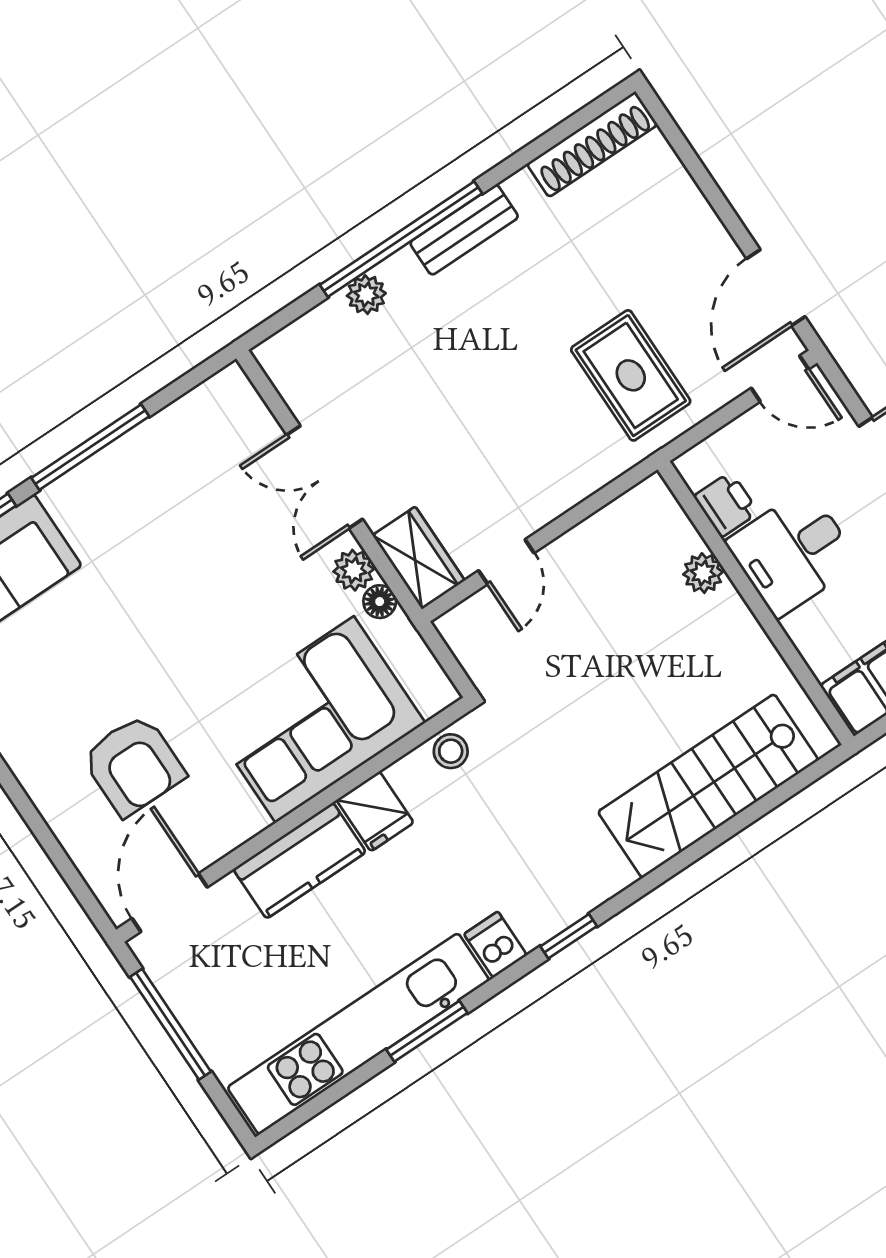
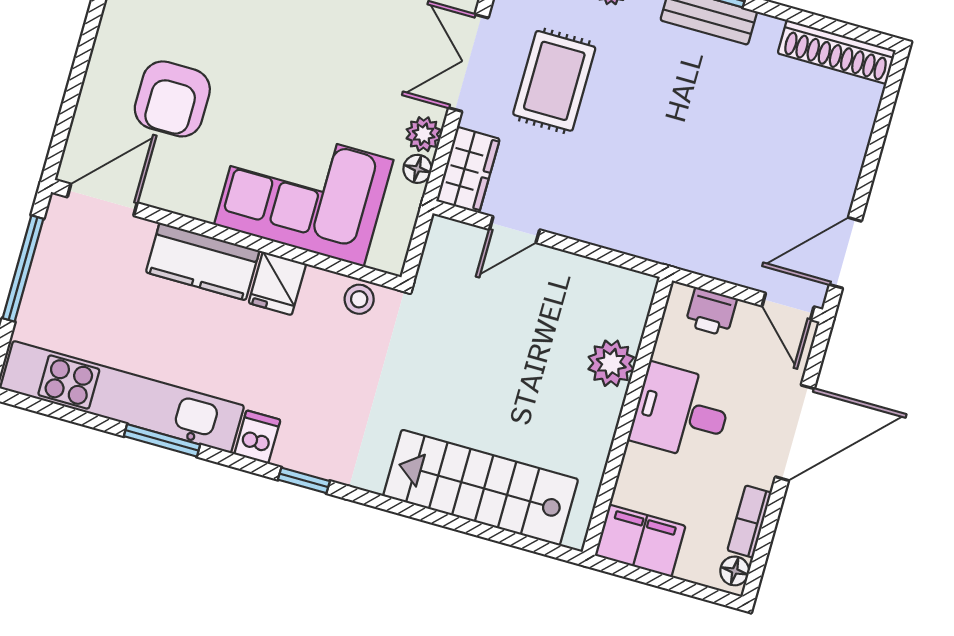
rug: (631, 375) -> (554, 81), moved
printer: (726, 504) -> (711, 312), moved, turned 90
plant: (703, 573) -> (611, 363), width x1.38, depth x1.38

